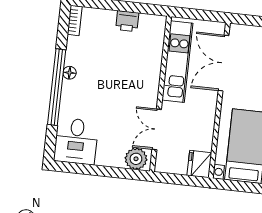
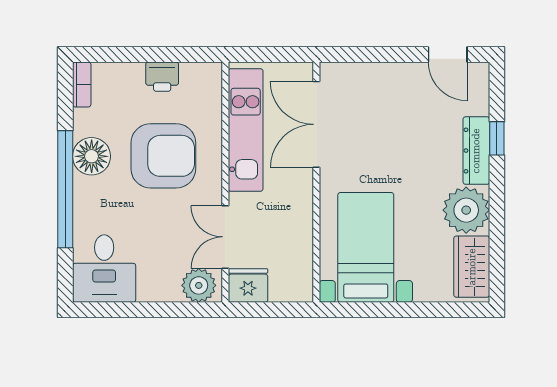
armchair: (122, 72) -> (163, 156), added
floor lamp: (70, 73) -> (92, 156), width x1.89, depth x1.89
fridge: (199, 164) -> (248, 286), moved, turned 90

